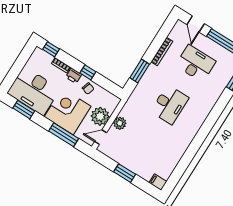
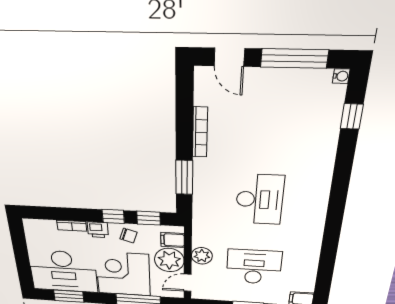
window: (51, 49) -> (149, 218), moved
desk: (196, 63) -> (254, 267), moved
filing cabinet: (110, 104) -> (172, 240), added

